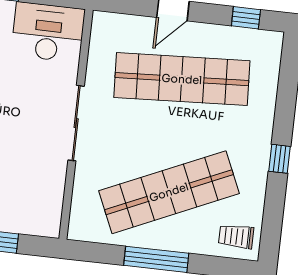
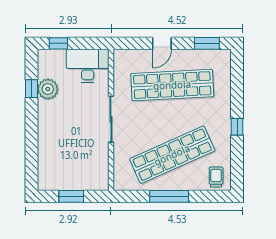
window: (246, 18) -> (207, 43), width x1.50
trolley: (236, 236) -> (216, 177), turned 90

